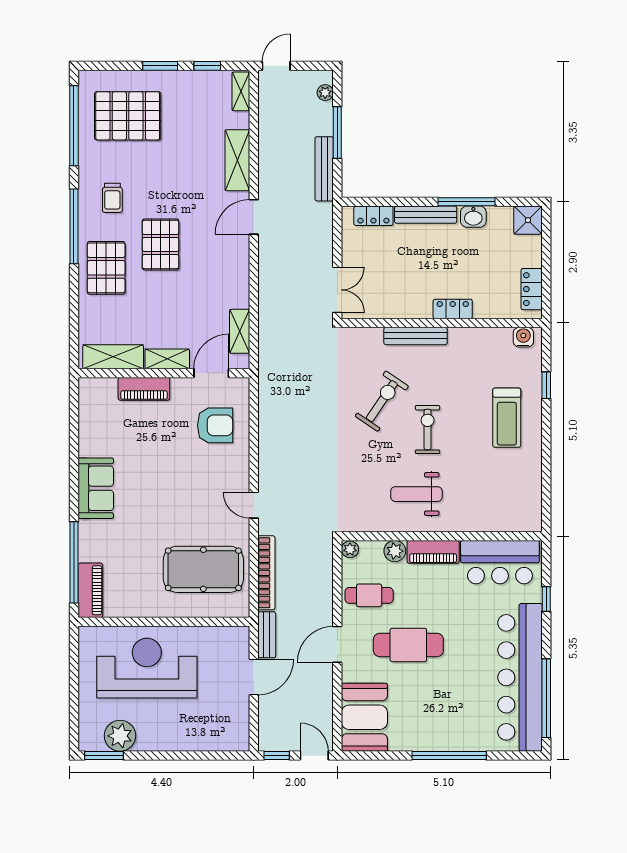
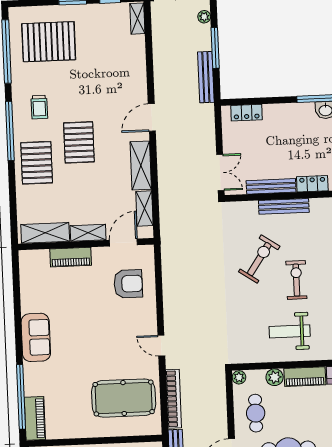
shelving: (237, 160) -> (141, 166), moved
bench: (426, 215) -> (271, 186), moved
cafe table: (369, 595) -> (256, 413), turned 90

